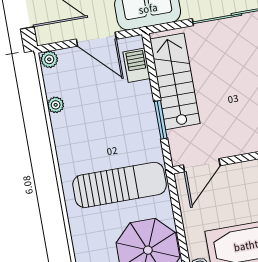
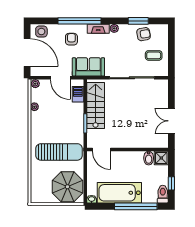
door: (202, 165) -> (101, 149), hinge flipped

